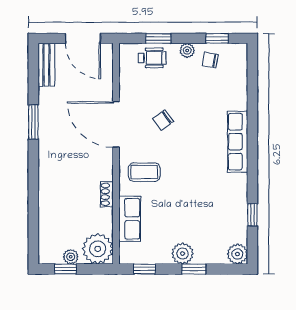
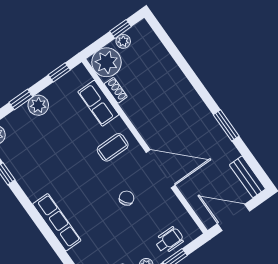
wheelchair: (152, 58) -> (169, 240), turned 180
shoe rack: (107, 194) -> (116, 90), moved

